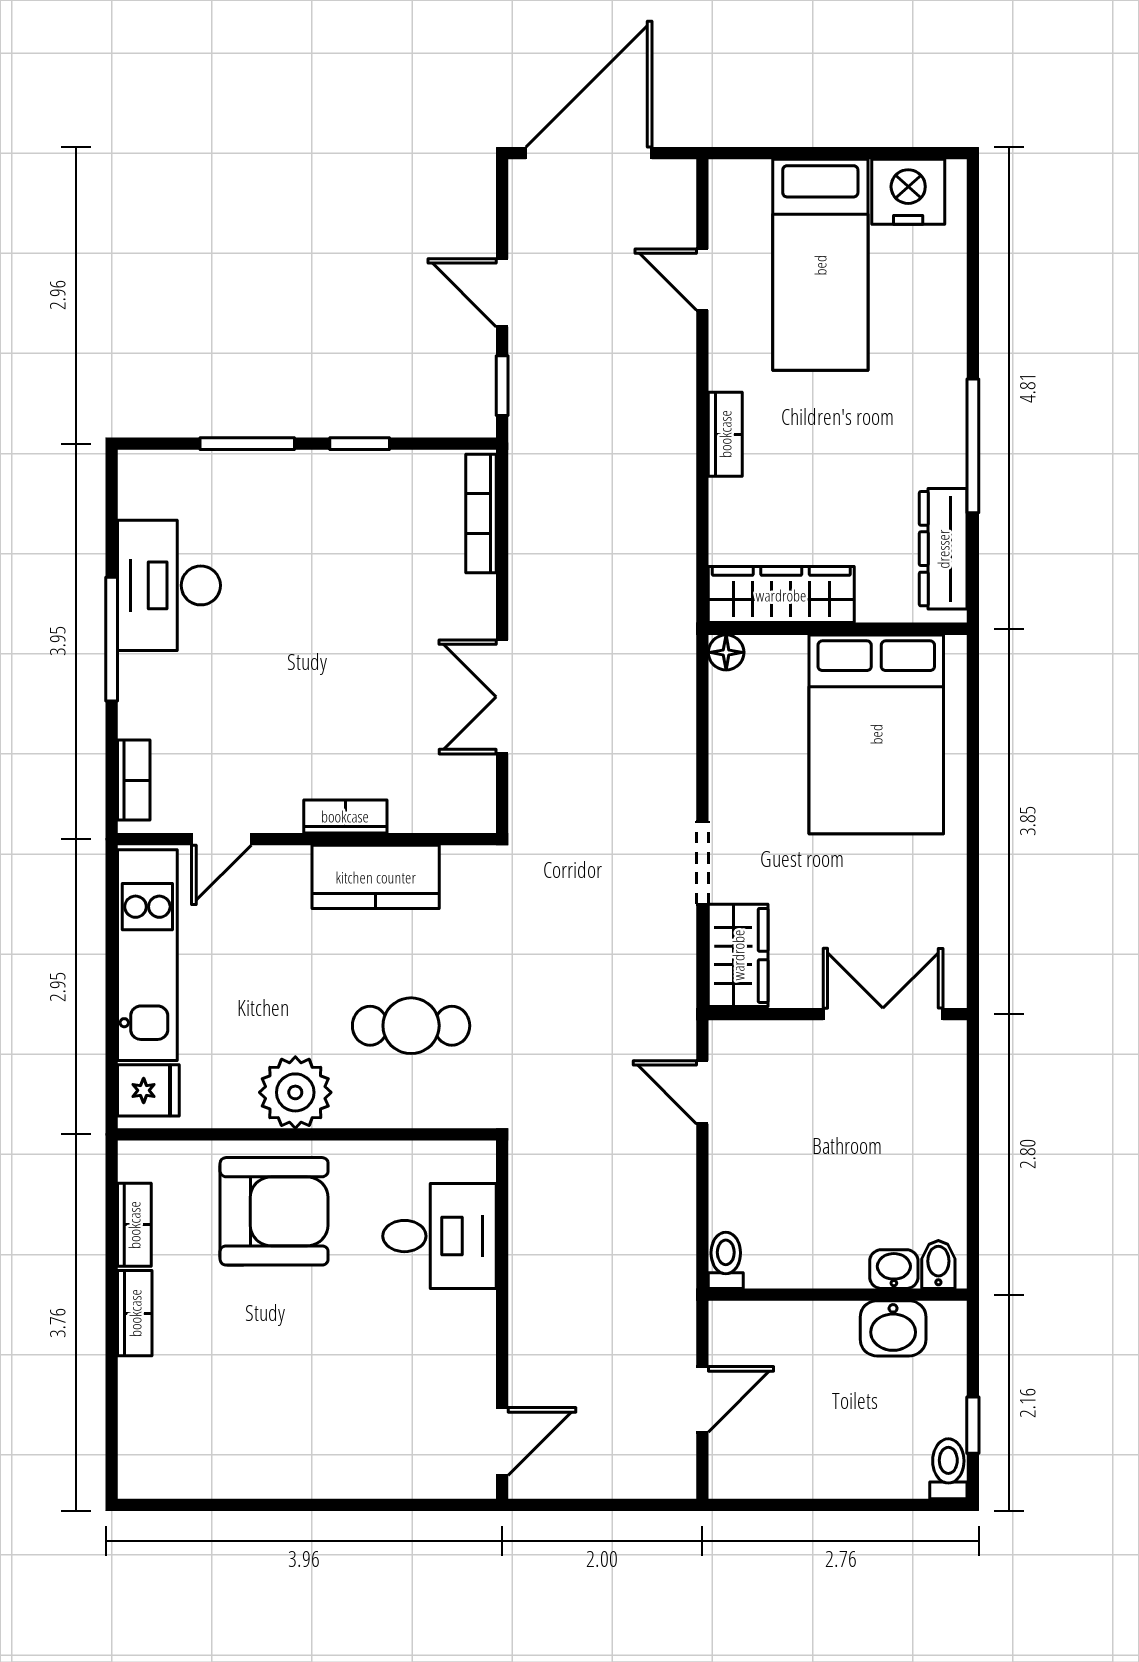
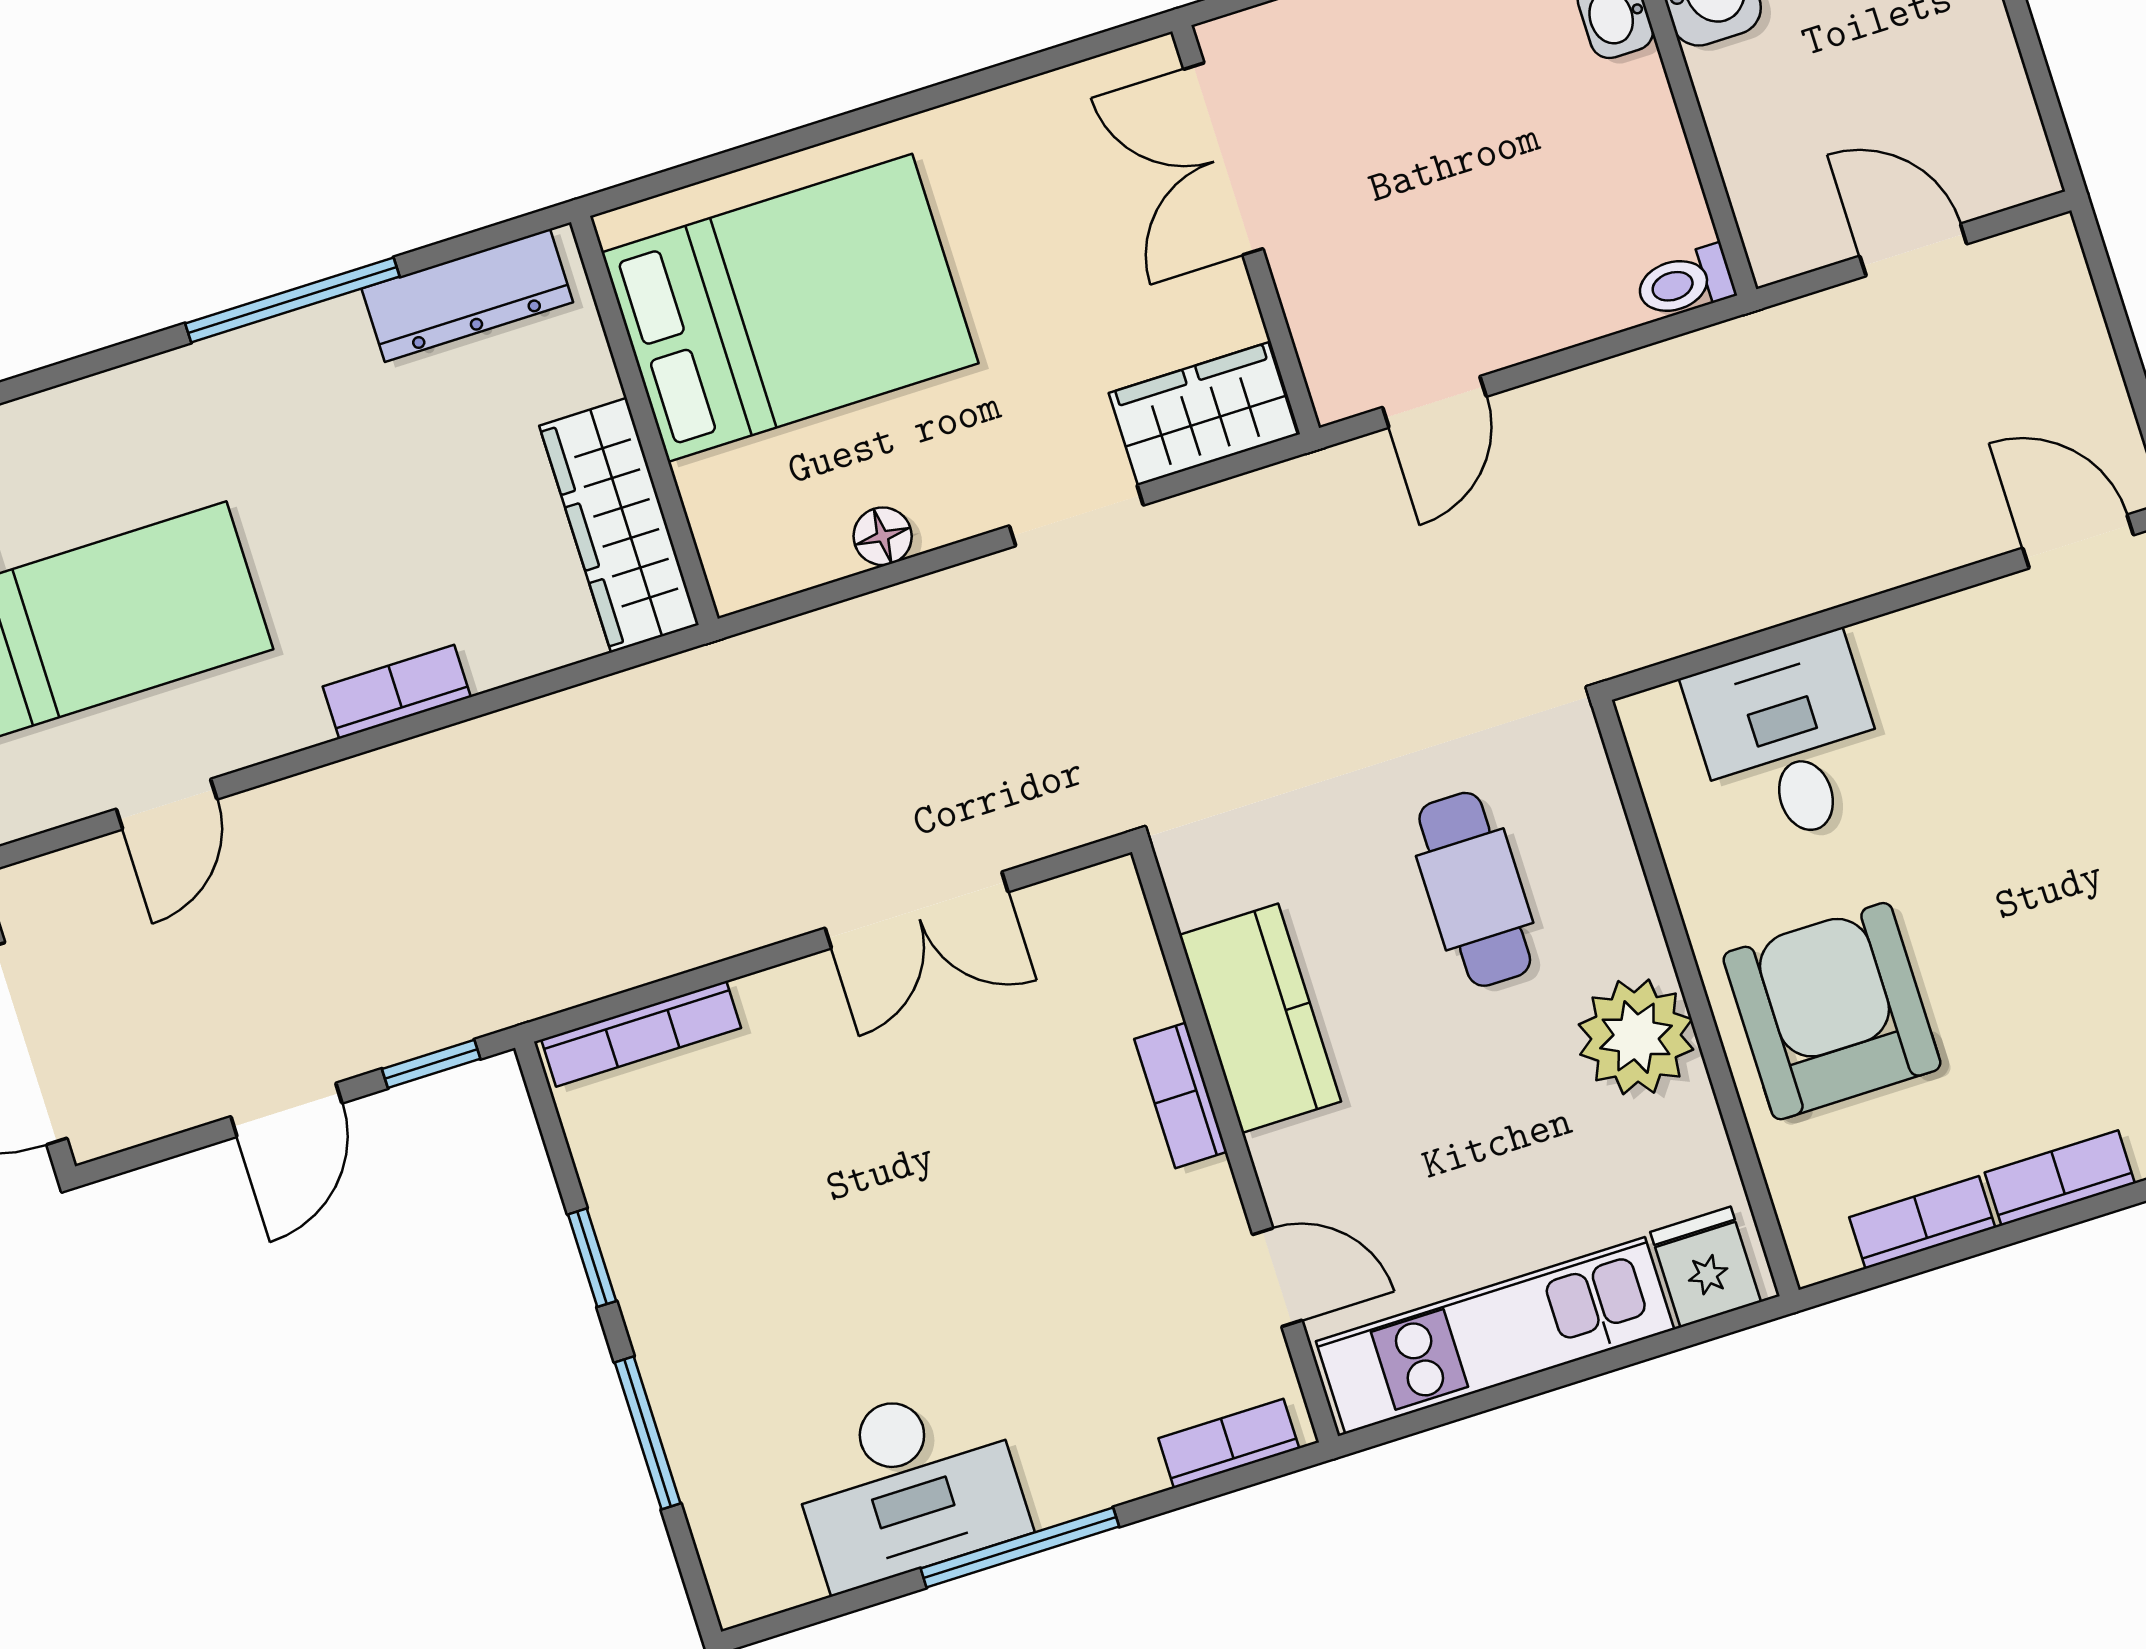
floor lamp: (726, 652) -> (883, 536), moved

